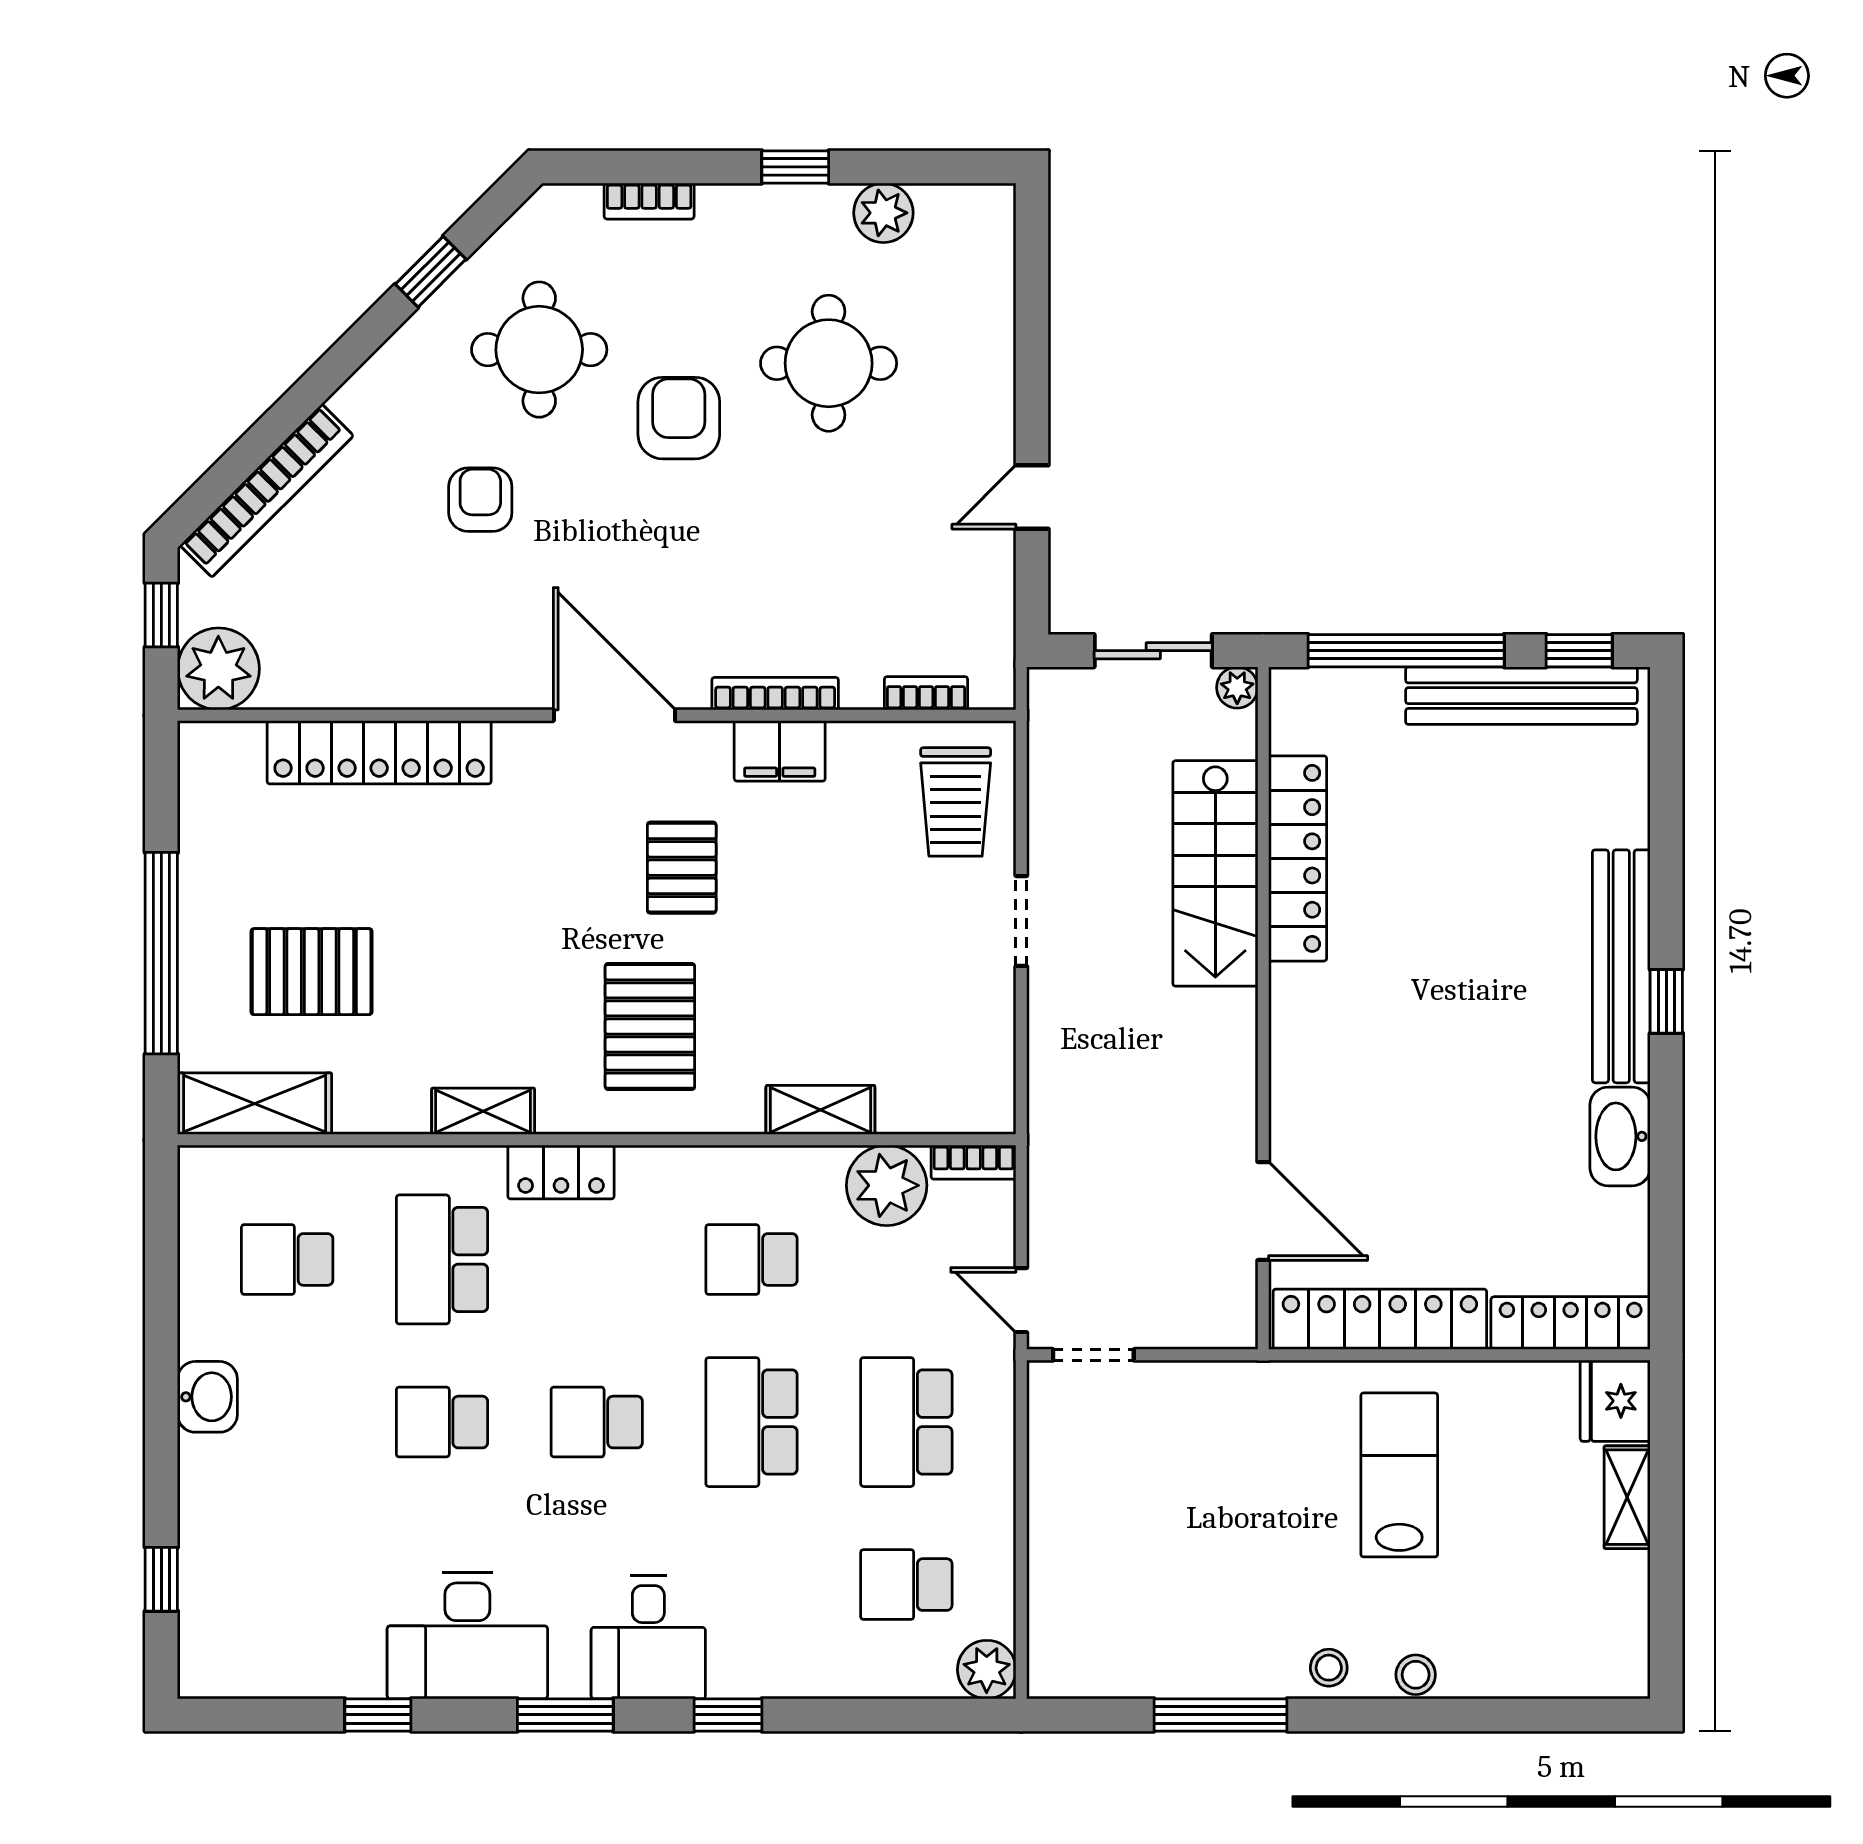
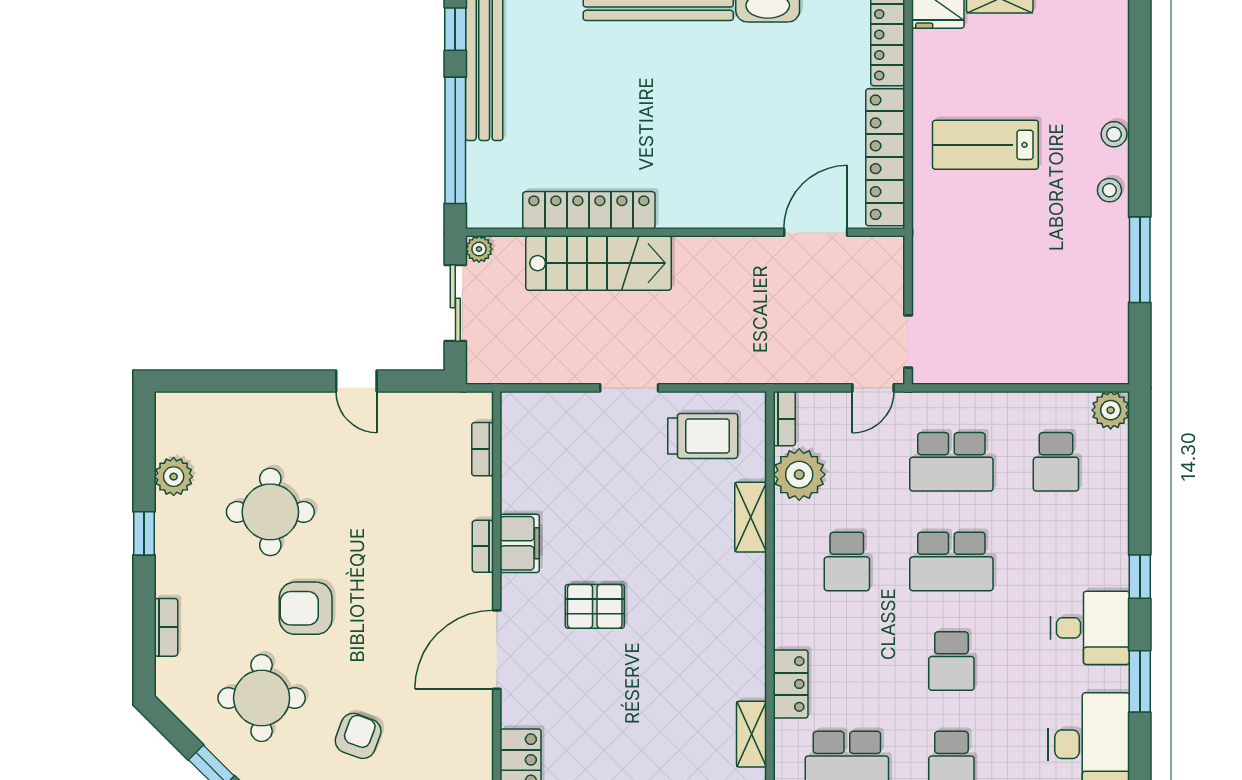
armchair: (480, 500) -> (358, 736), turned 110
bookcase: (775, 694) -> (483, 546), width x0.64
trolley: (956, 802) -> (703, 436), moved
pallet: (650, 1026) -> (697, 627), removed

